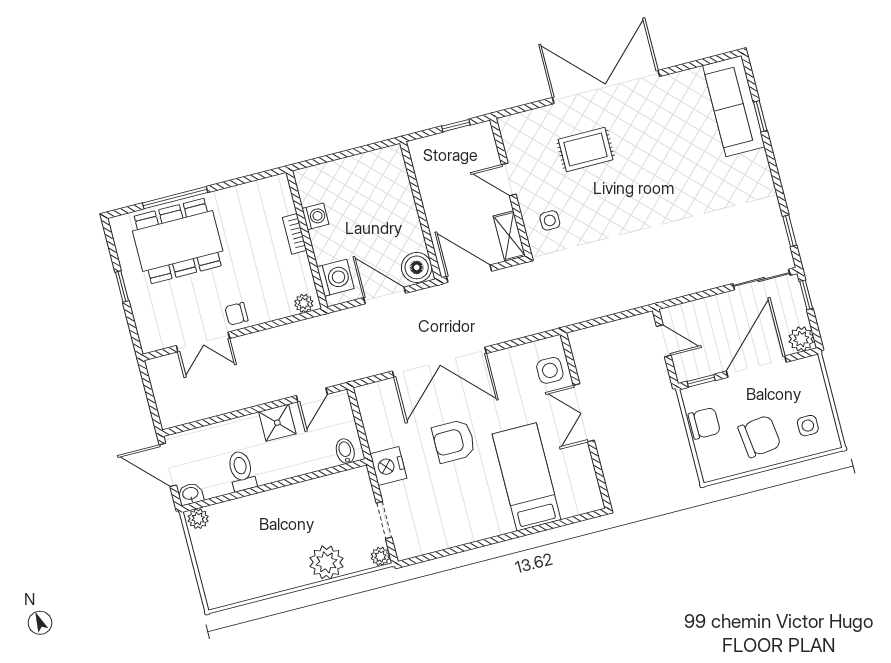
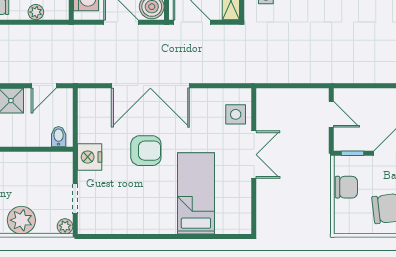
plant: (304, 303) -> (36, 12), moved
double door: (584, 413) -> (254, 155), swing flipped
armchair: (454, 441) -> (146, 151), turned 180

